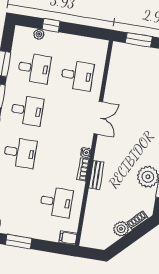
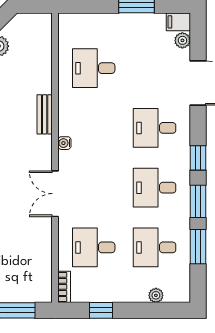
window: (51, 25) -> (101, 310), moved
bookcase: (83, 169) -> (64, 287), moved
filing cabinet: (68, 238) -> (69, 21), removed

